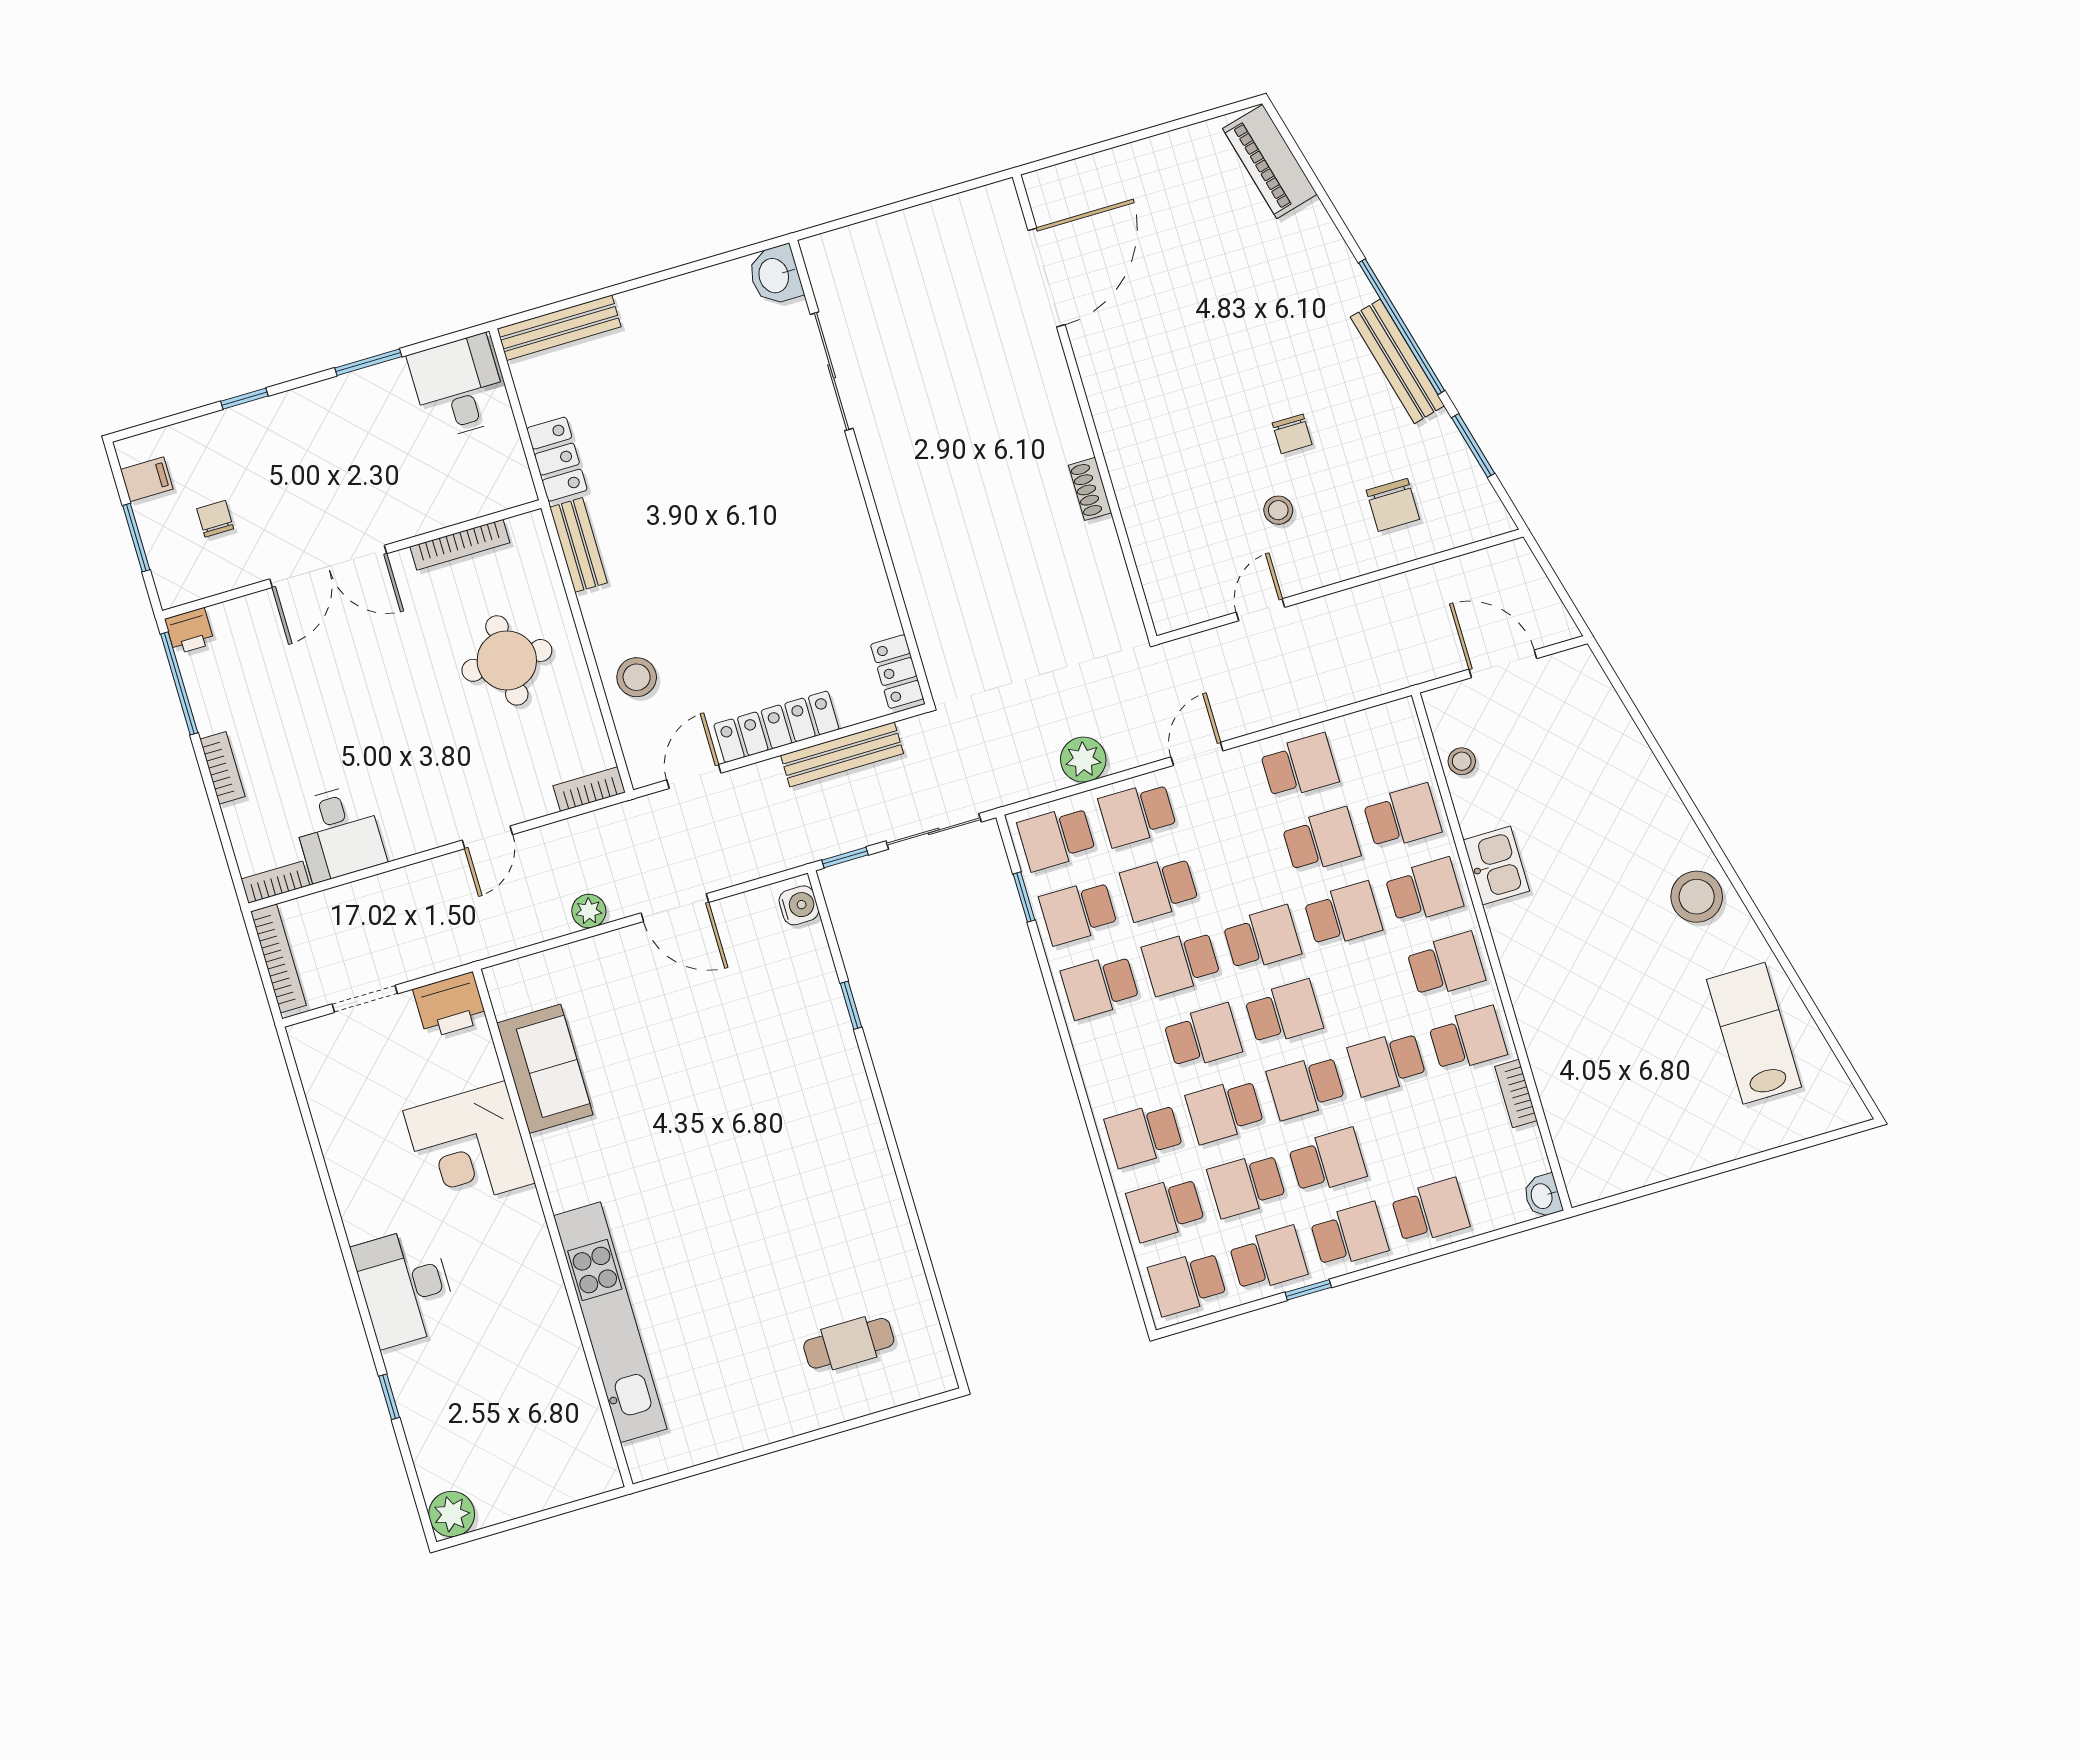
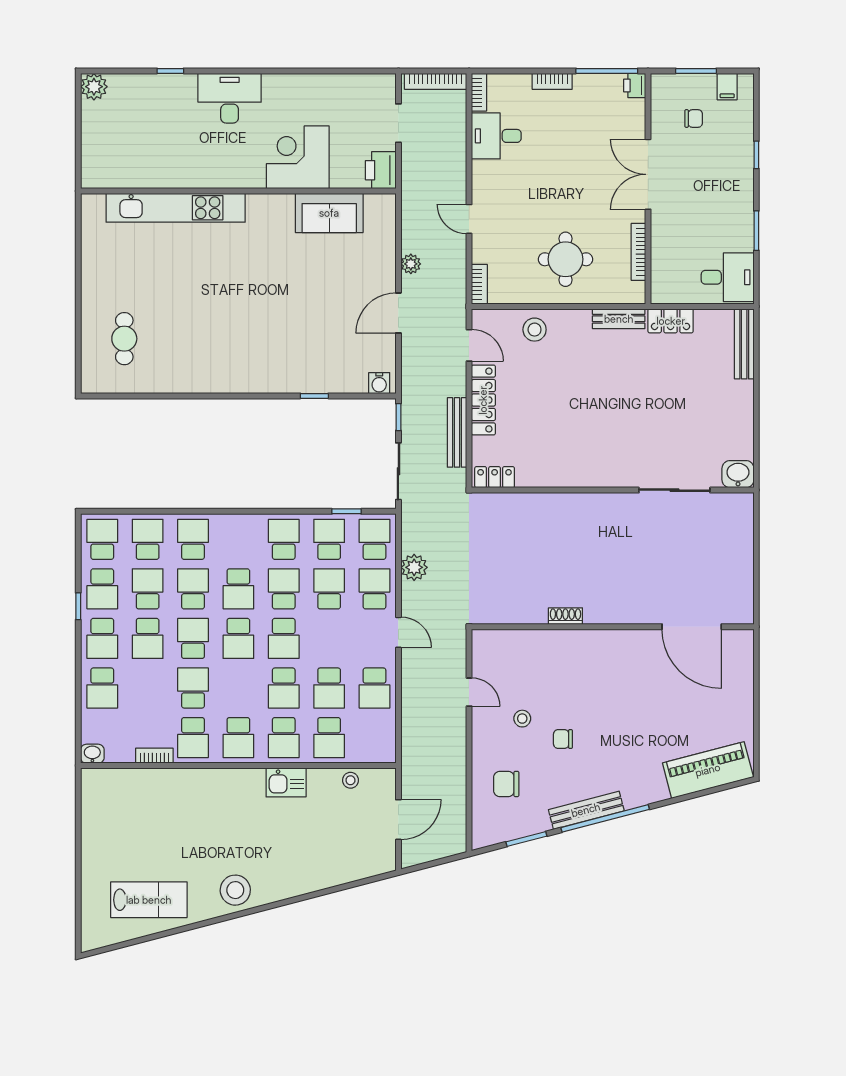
piano: (1270, 161) -> (708, 770), width x1.37, depth x1.33

